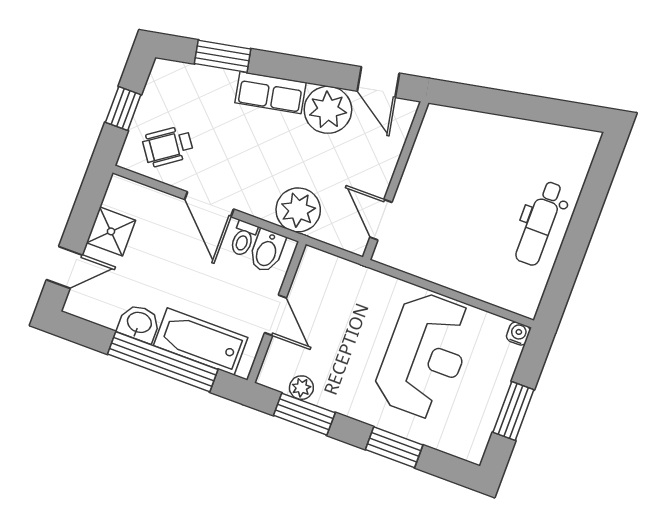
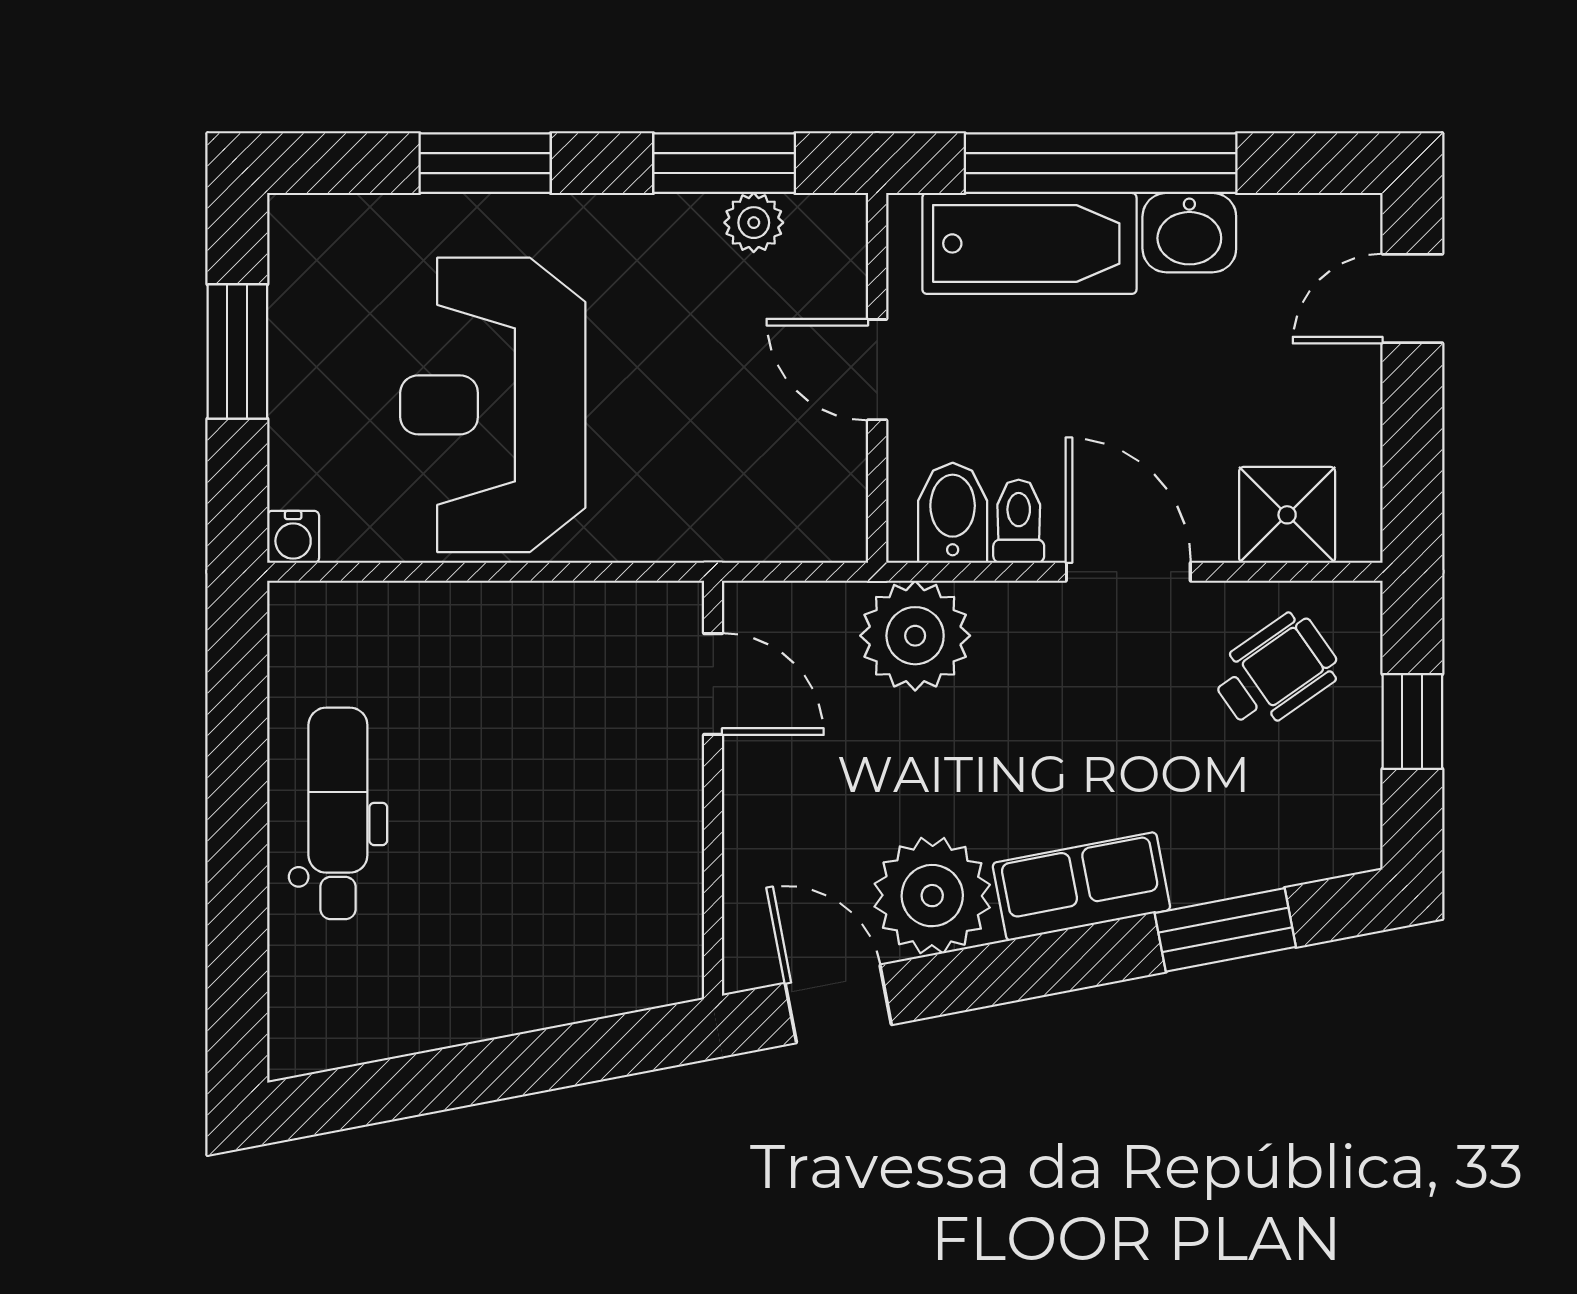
shower: (111, 231) -> (1287, 515), moved

